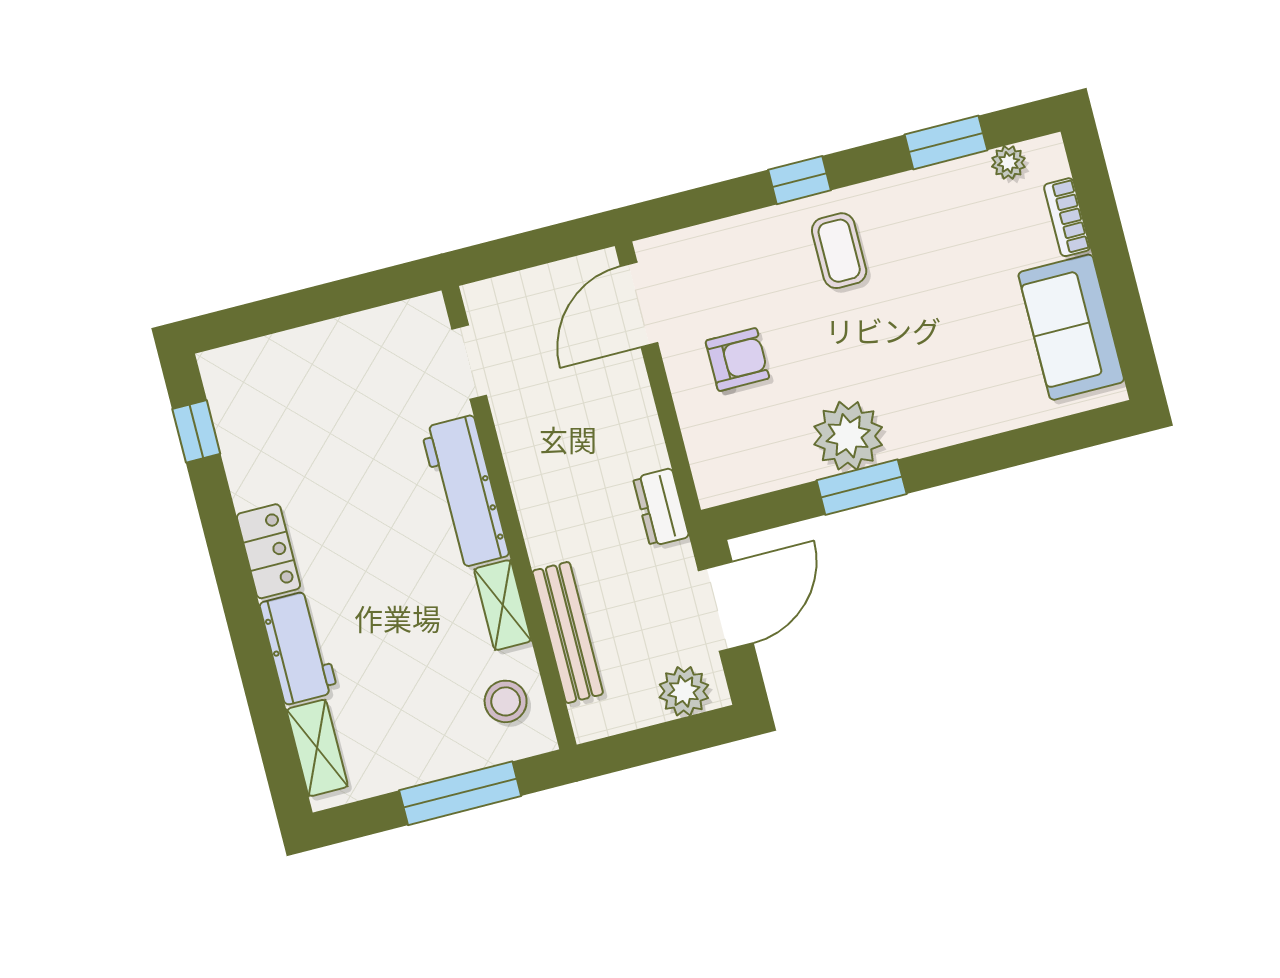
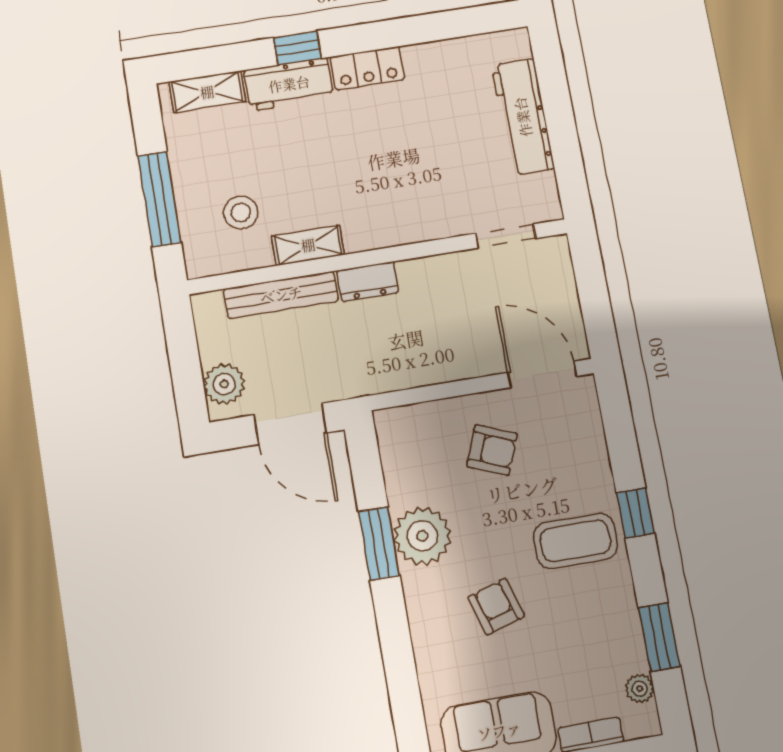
coffee table: (839, 251) -> (575, 541), width x1.36, depth x1.30
armchair: (925, 341) -> (496, 606), added
armchair: (737, 360) -> (492, 450), turned -68
window: (196, 431) -> (297, 48), moved
workbench: (465, 492) -> (523, 117), moved, turned -90
dresser: (661, 507) -> (368, 282), moved, turned 180
stool: (506, 701) -> (241, 212), moved

